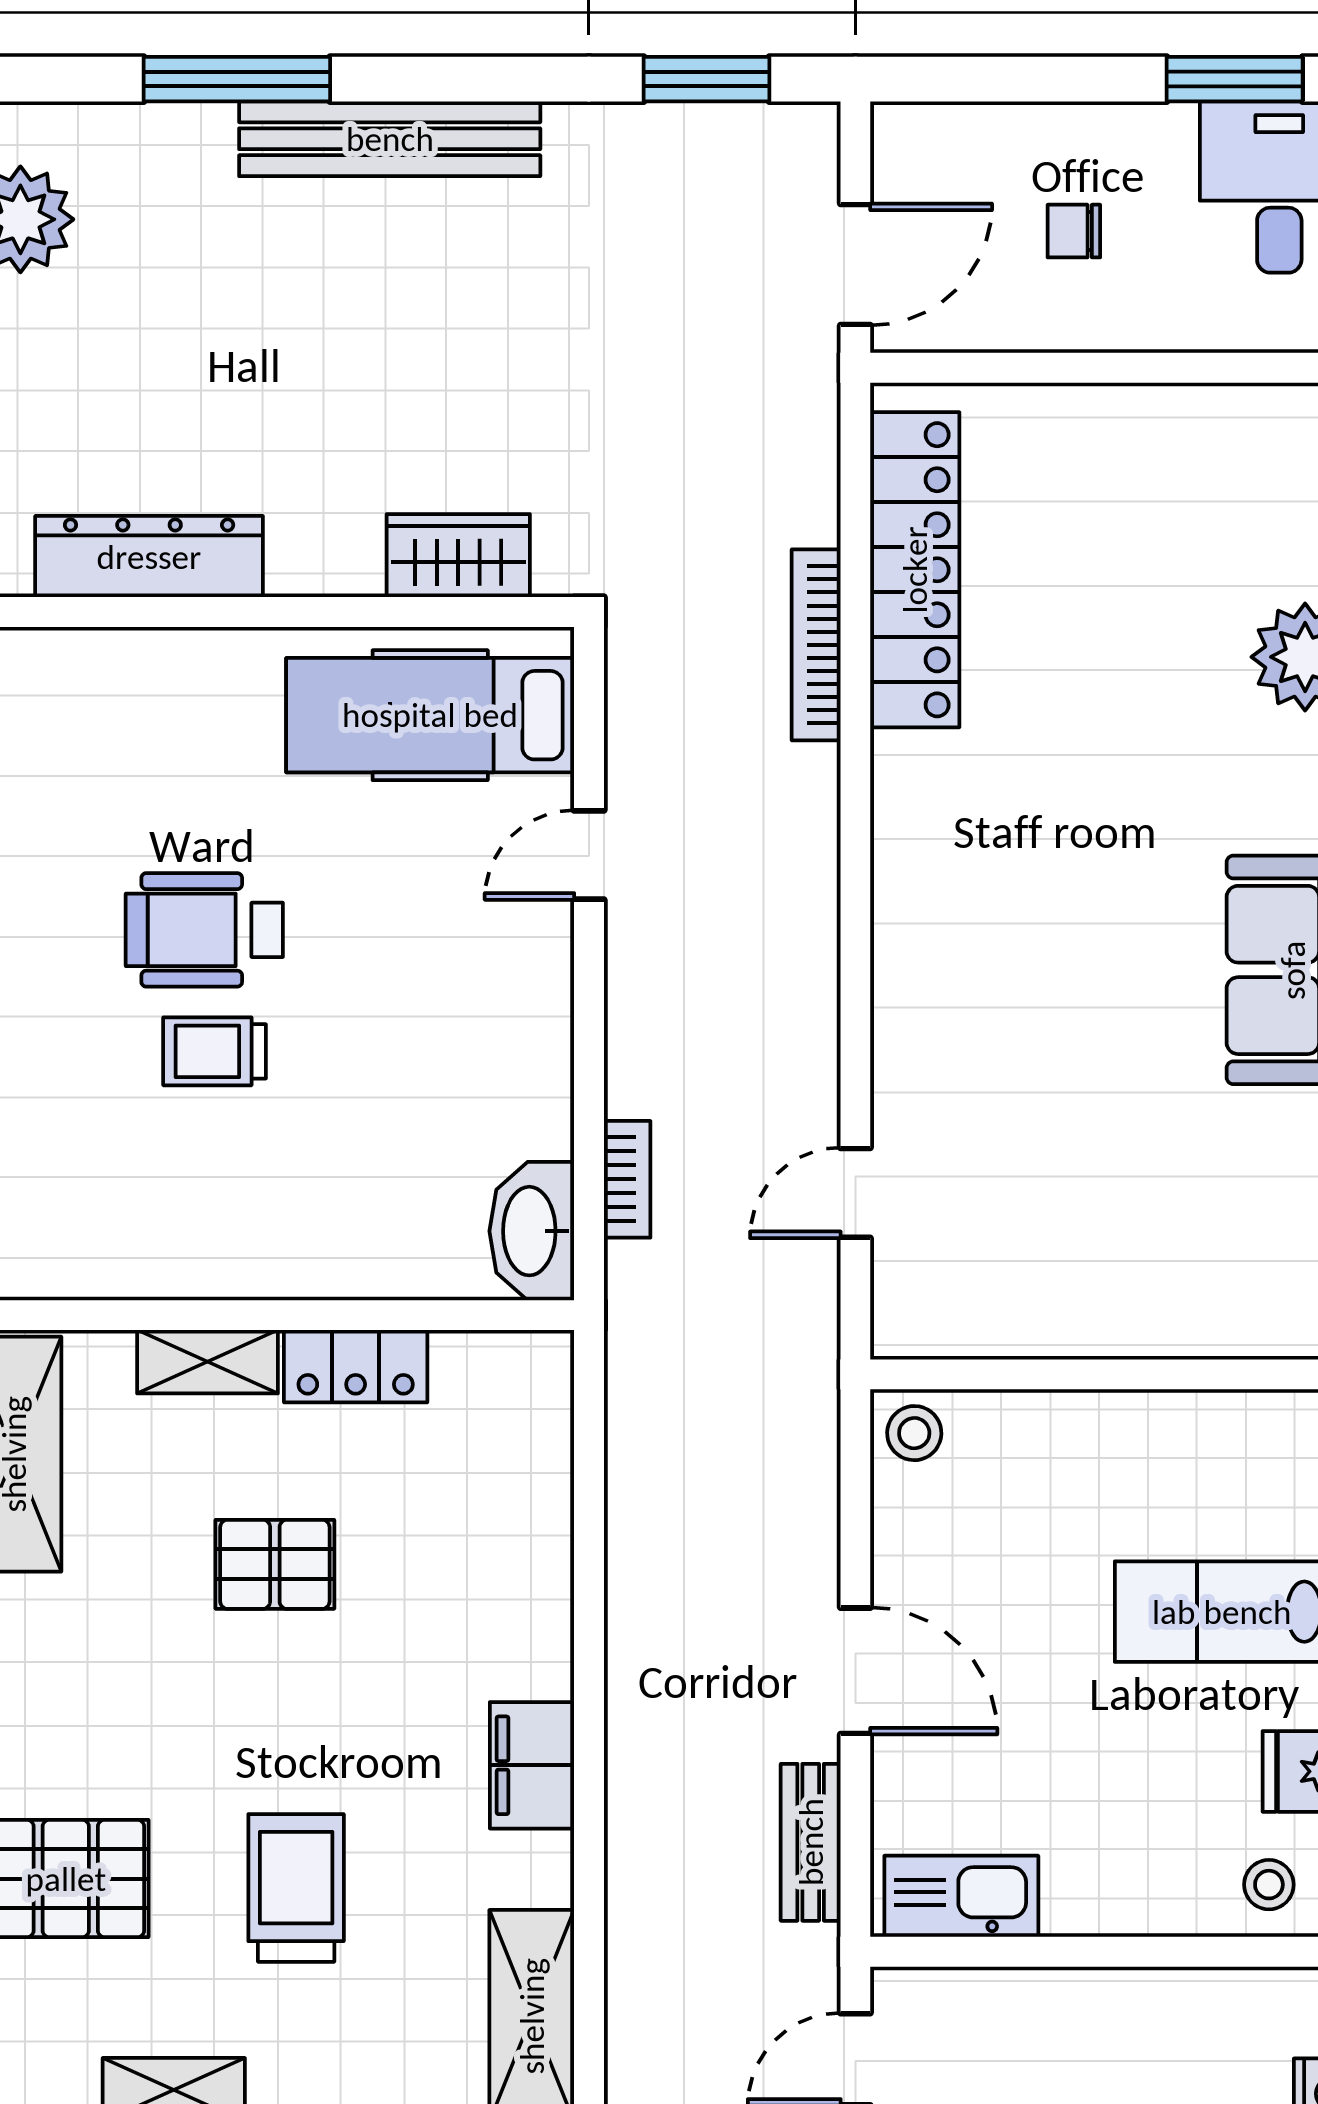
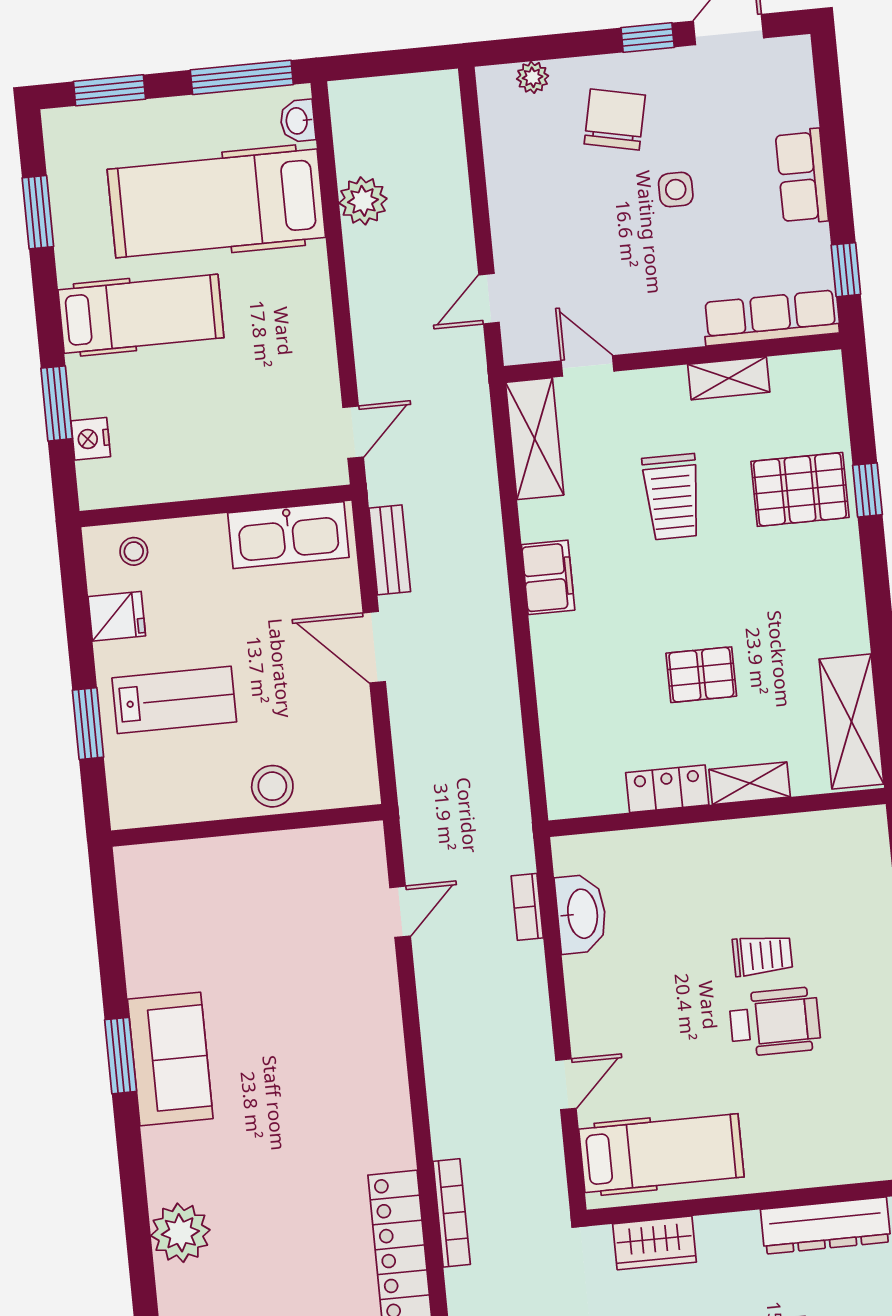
washbasin: (532, 1231) -> (581, 914), moved
stool: (914, 1433) -> (272, 786), moved, width x1.37, depth x1.37
kitchen sink: (961, 1896) -> (288, 535), width x1.36, depth x1.24

